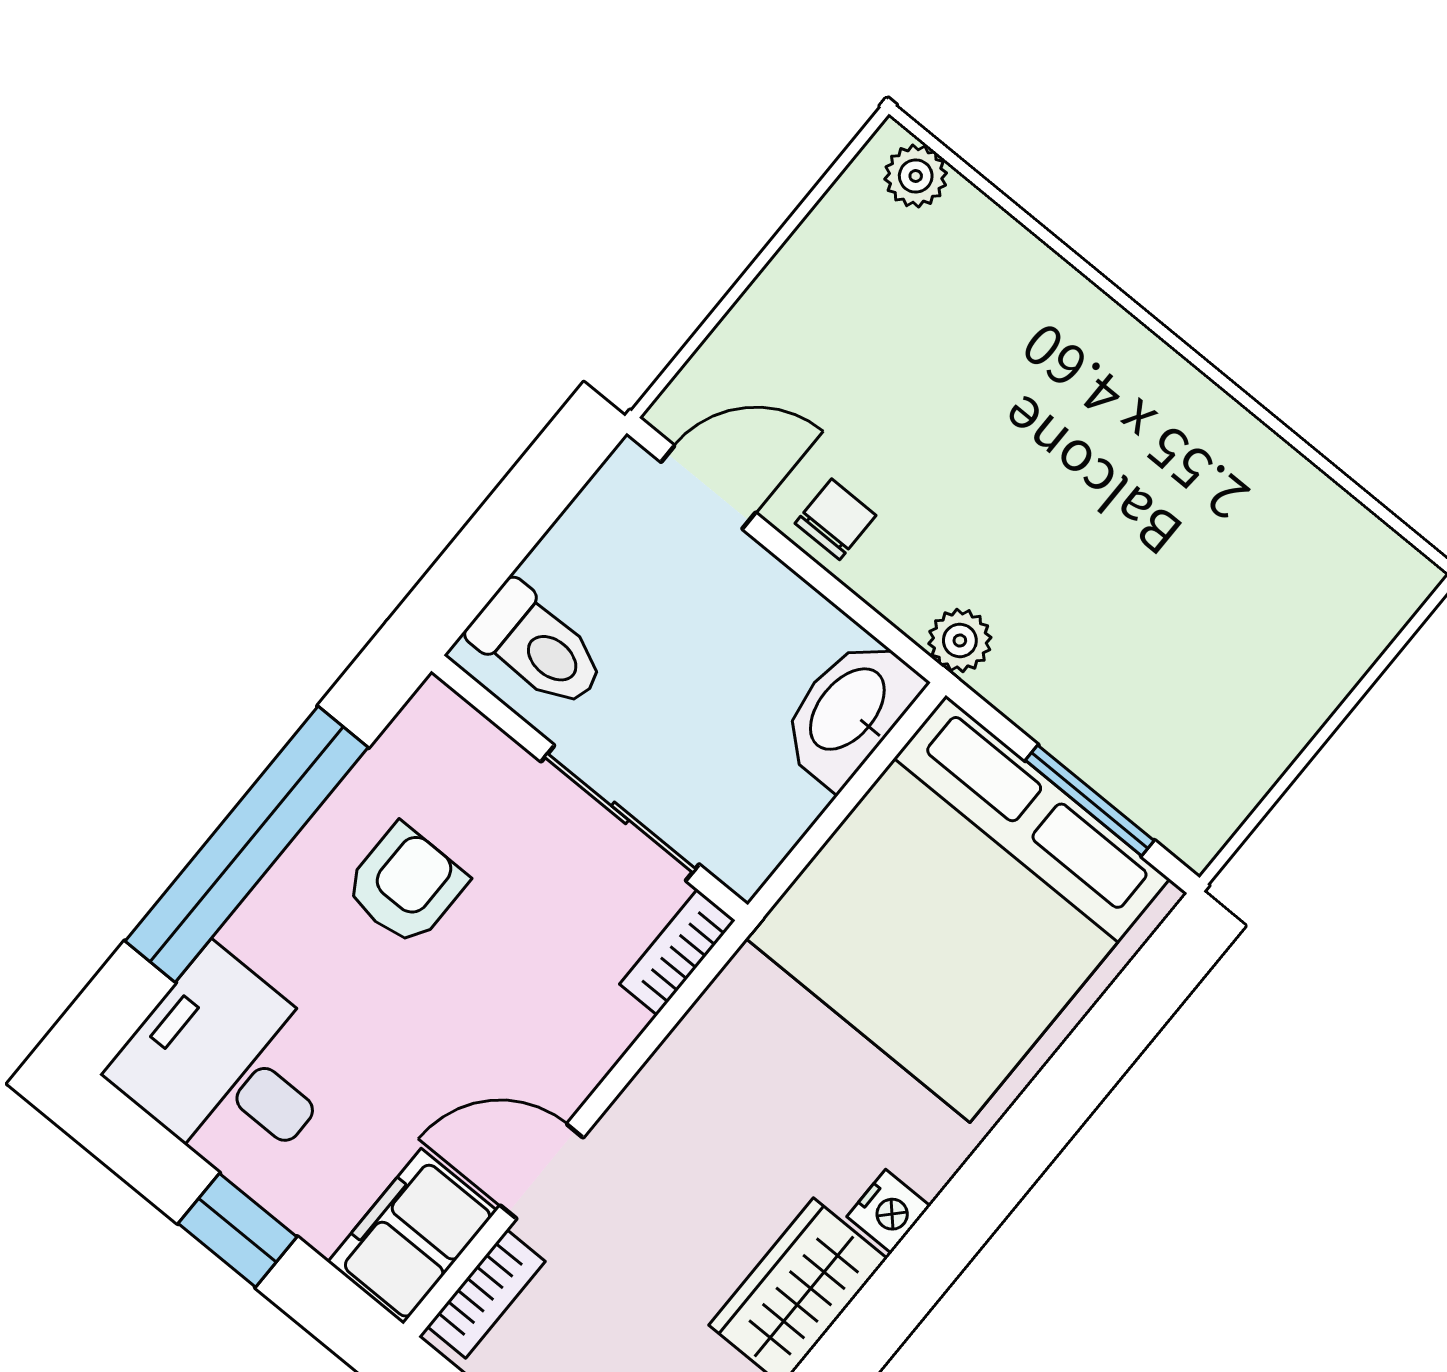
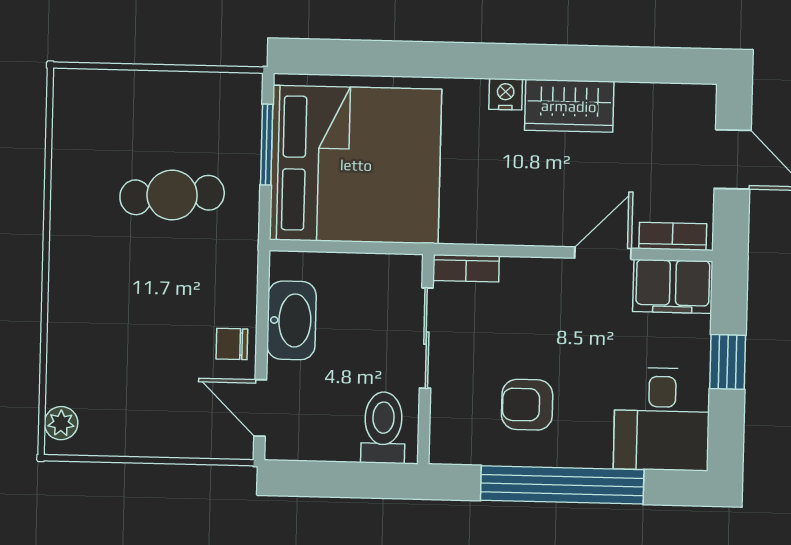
cafe table: (1124, 603) -> (172, 195), added
plant: (960, 640) -> (242, 252), removed
washbasin: (849, 711) -> (291, 320), moved, turned -90
door: (542, 1171) -> (603, 253), swing flipped

